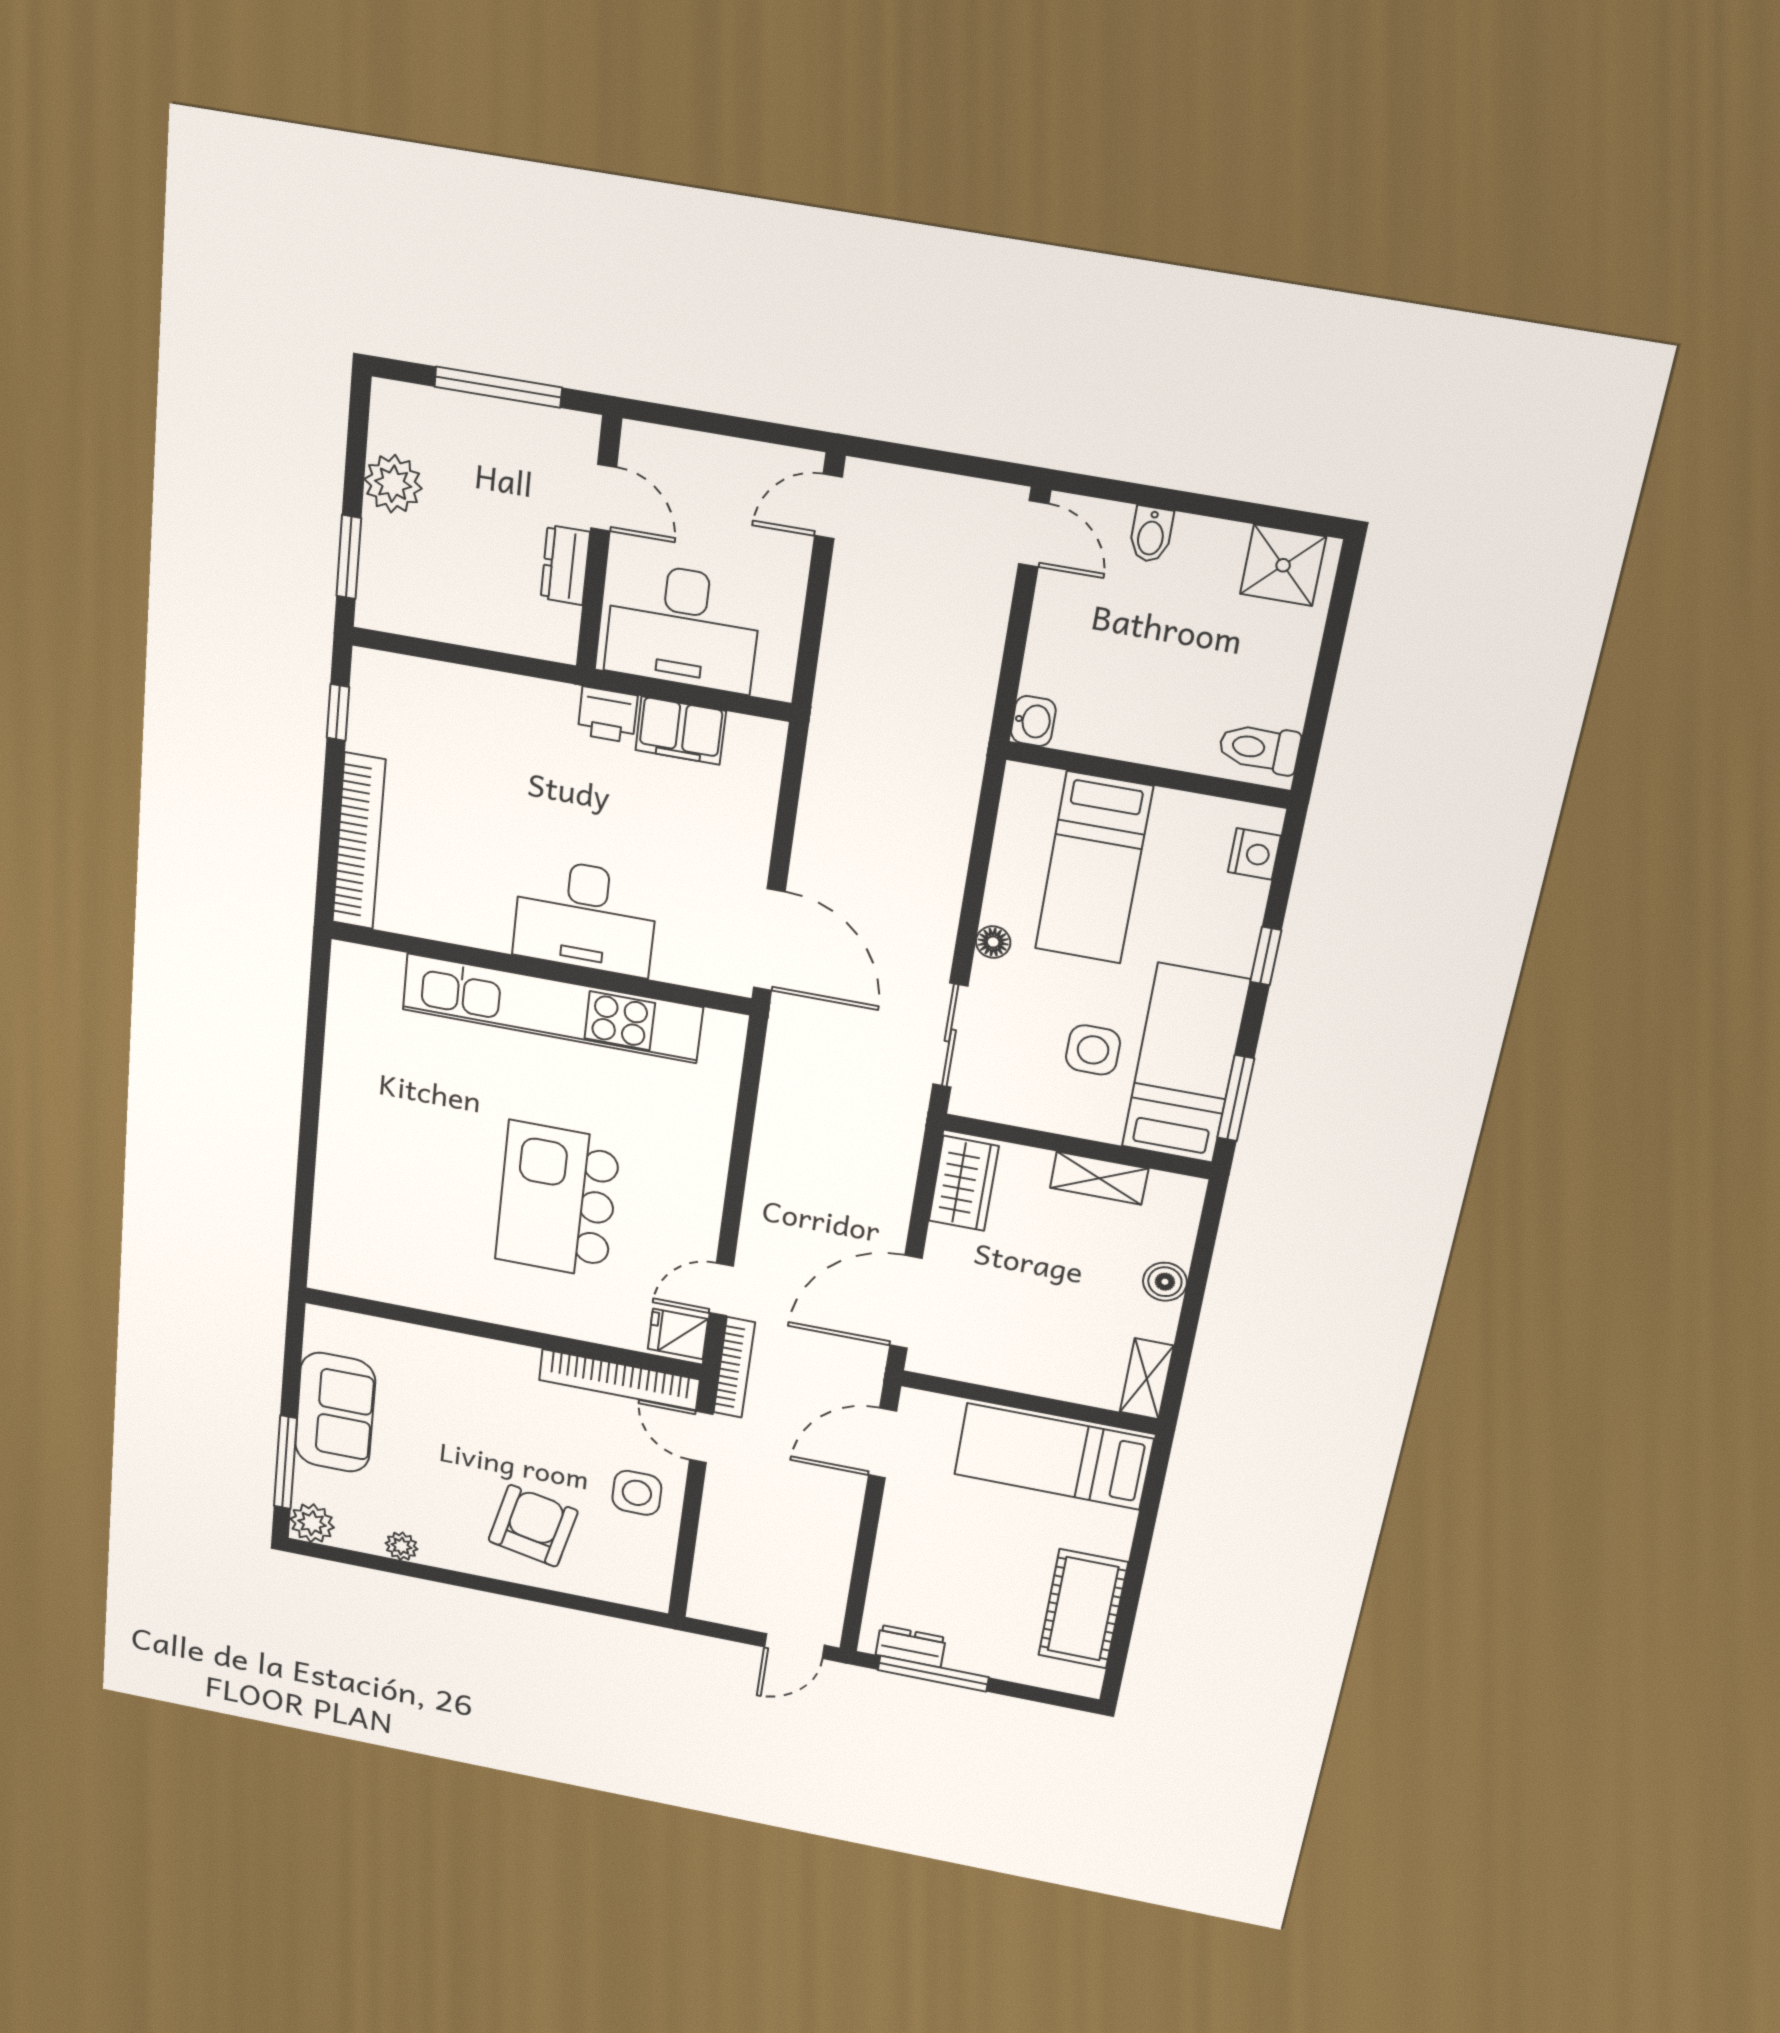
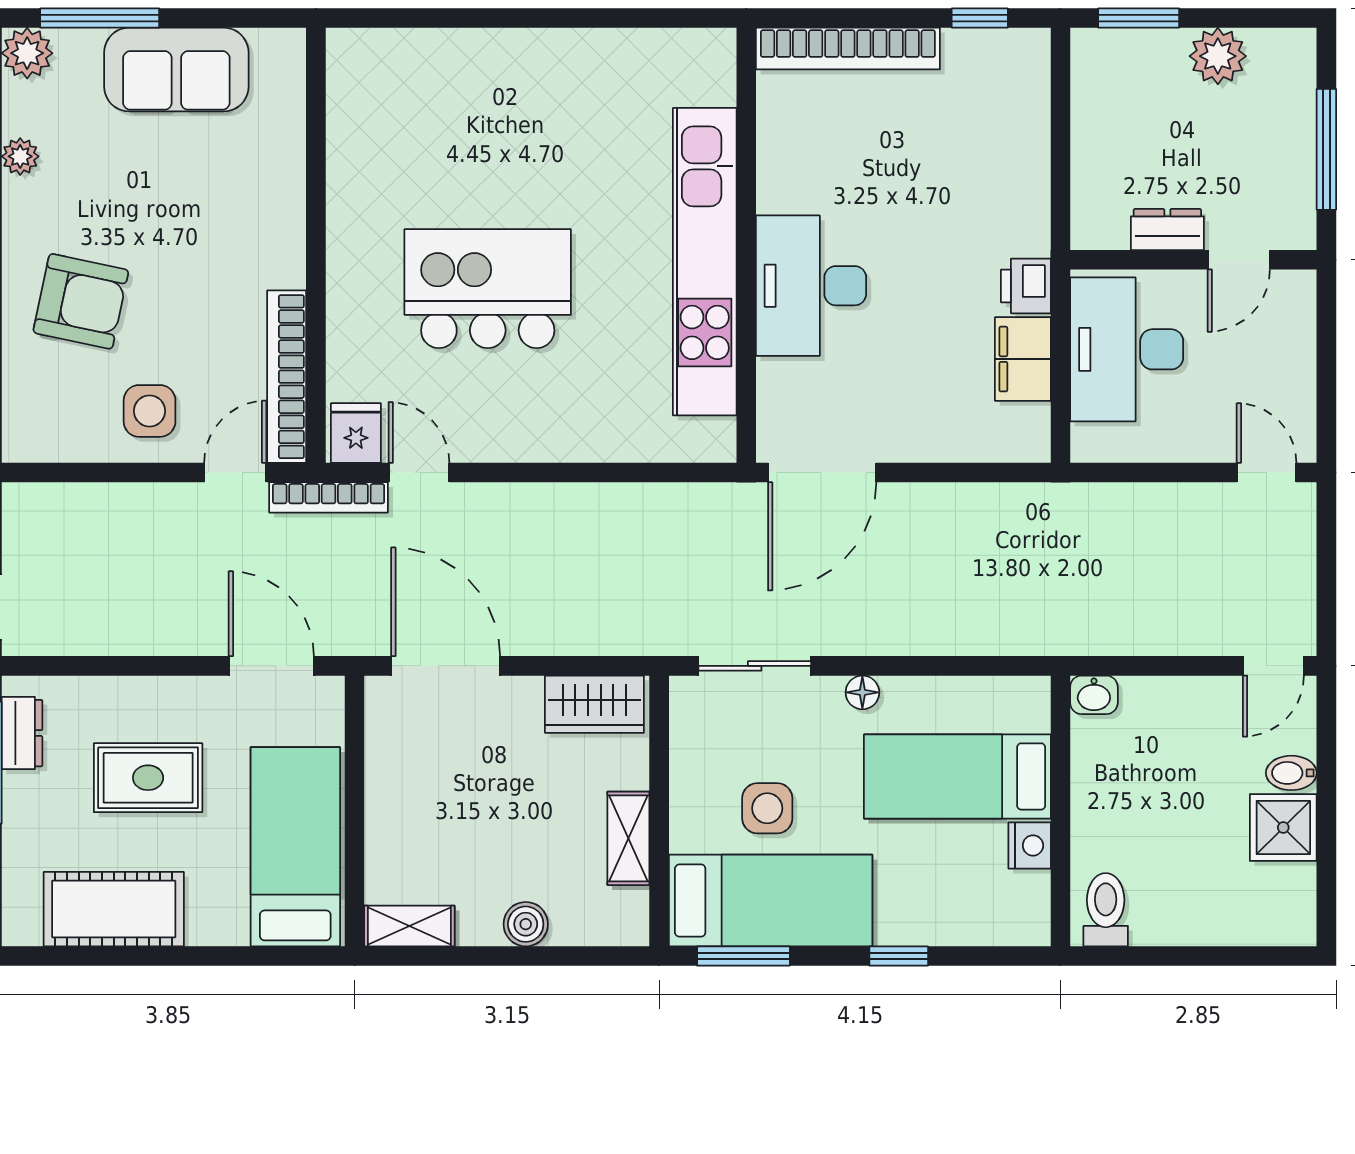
shower: (1283, 565) -> (1283, 827), moved
nightstand: (1254, 854) -> (1030, 845), moved, turned -90
rug: (968, 1559) -> (148, 778), added

